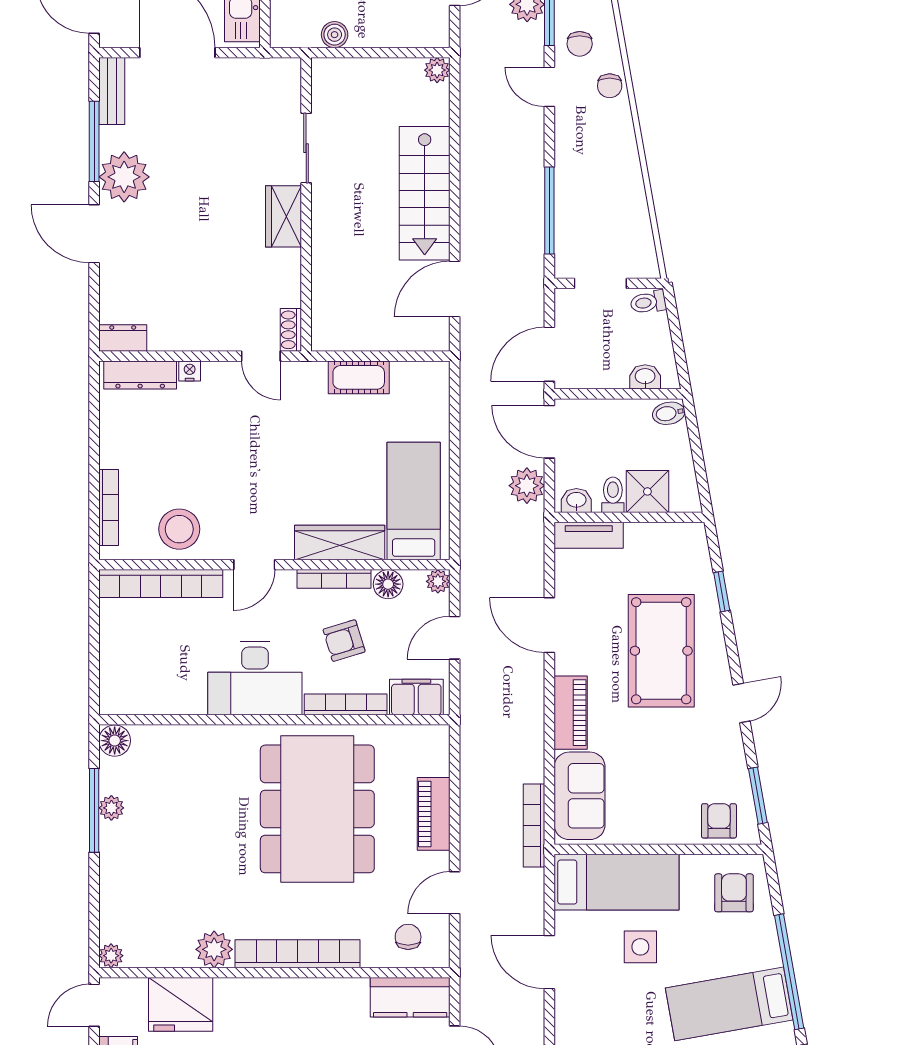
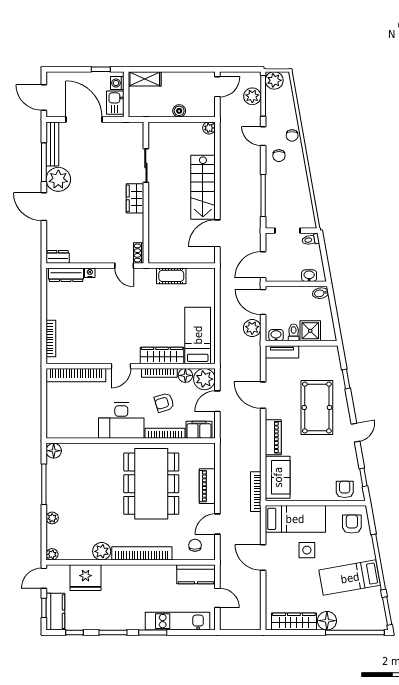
boiler: (335, 35) -> (179, 111), moved
chair: (580, 44) -> (279, 156), moved
bench: (112, 91) -> (52, 144), width x1.36
stool: (179, 529) -> (85, 349), removed
plant: (438, 581) -> (204, 379), width x1.87, depth x1.87
window: (758, 796) -> (363, 477), width x0.67
plant: (111, 808) -> (52, 518), moved

